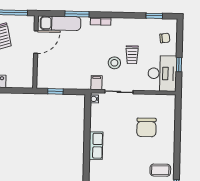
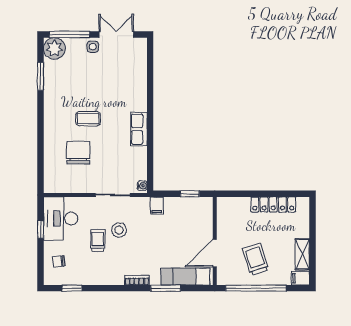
filing cabinet: (96, 83) -> (157, 206), moved
coffee table: (160, 170) -> (88, 119), moved

